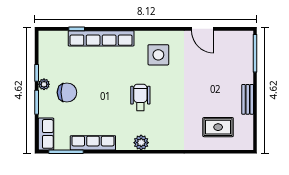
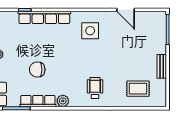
chair: (67, 92) -> (37, 70), moved, turned 180
wheelchair: (140, 97) -> (95, 88), moved
plant: (141, 143) -> (63, 101), moved

